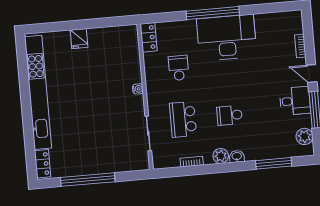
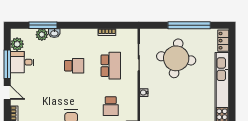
desk: (295, 101) -> (22, 62), moved
round table: (101, 136) -> (176, 58), added
plant: (221, 156) -> (42, 35), moved
washbasin: (237, 156) -> (54, 33), moved

